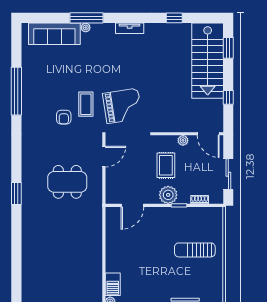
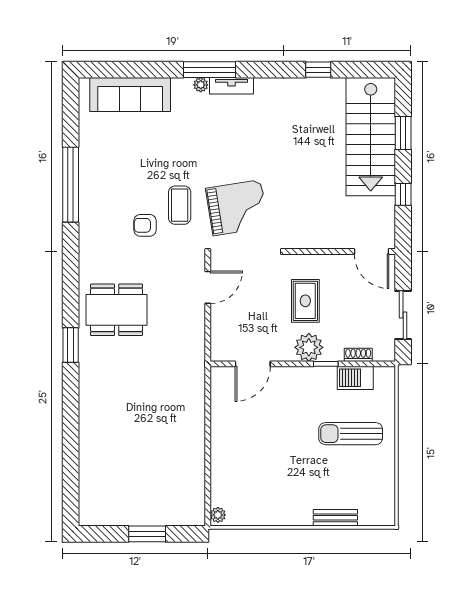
window: (86, 18) -> (209, 70), moved
plant: (86, 28) -> (201, 85), moved
tv unit: (130, 28) -> (232, 86), moved
window: (228, 48) -> (403, 133), moved
armchair: (64, 117) -> (145, 225), turned 90
plant: (183, 140) -> (332, 262), removed
dining table: (67, 182) -> (117, 310), moved
barbecue: (113, 284) -> (355, 378), moved, turned 90

